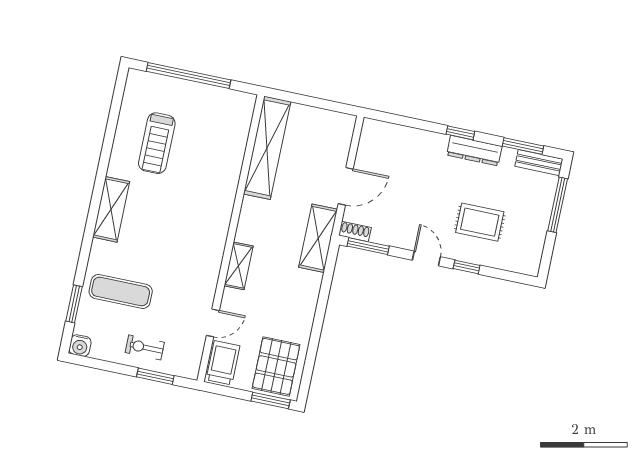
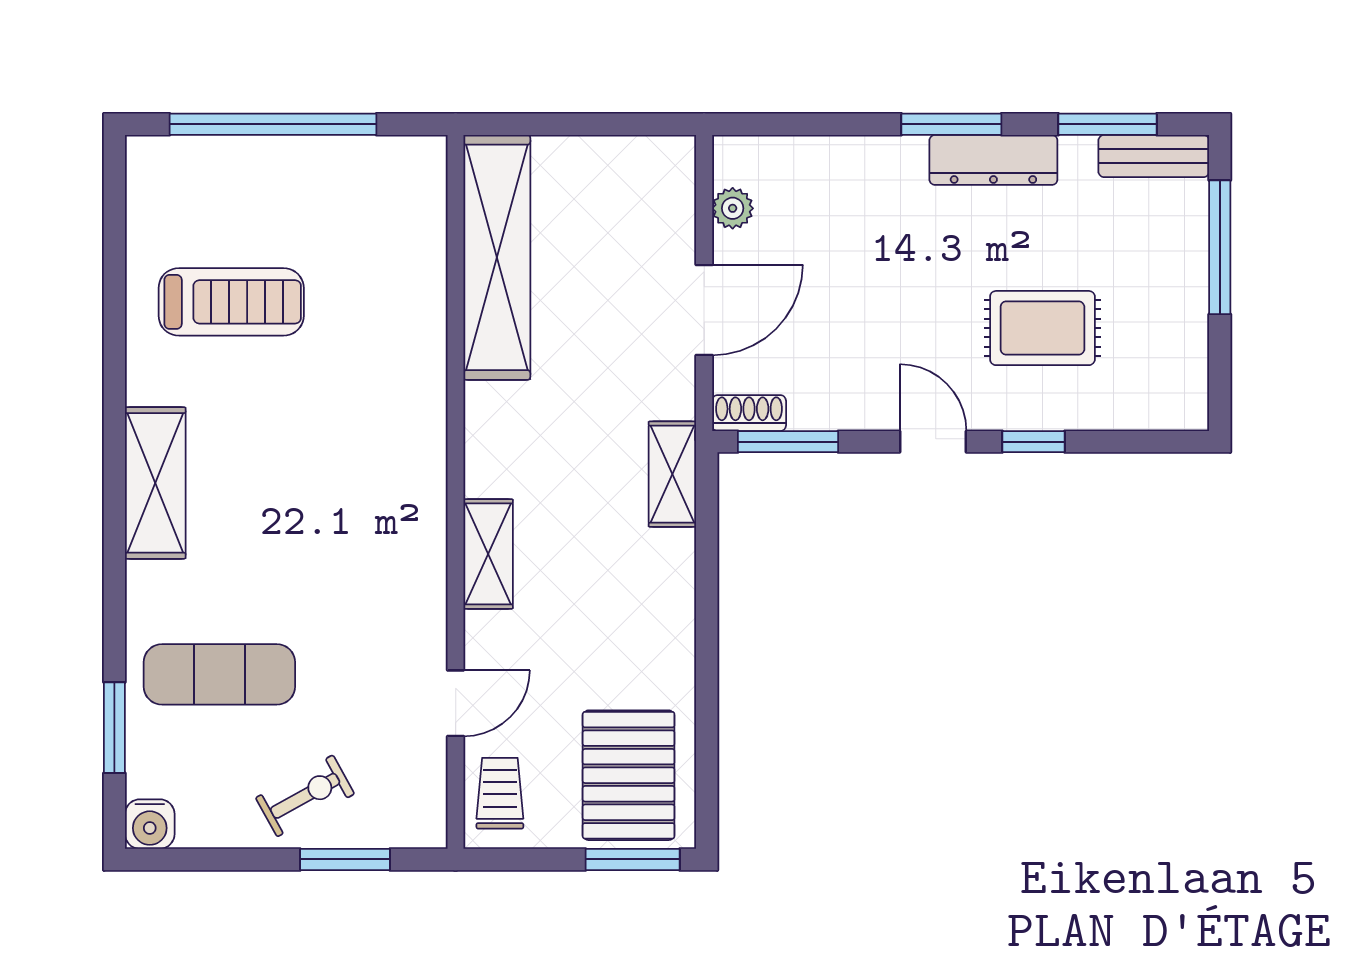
window: (460, 133) -> (951, 124), width x1.50
treadmill: (157, 143) -> (231, 302), turned -90
plant: (366, 148) -> (733, 208), added
shelving: (318, 238) -> (672, 474), width x0.67, depth x0.75
exercise bike: (145, 347) -> (305, 796), turned 151
trolley: (223, 363) -> (500, 793), width x0.73, depth x0.72

